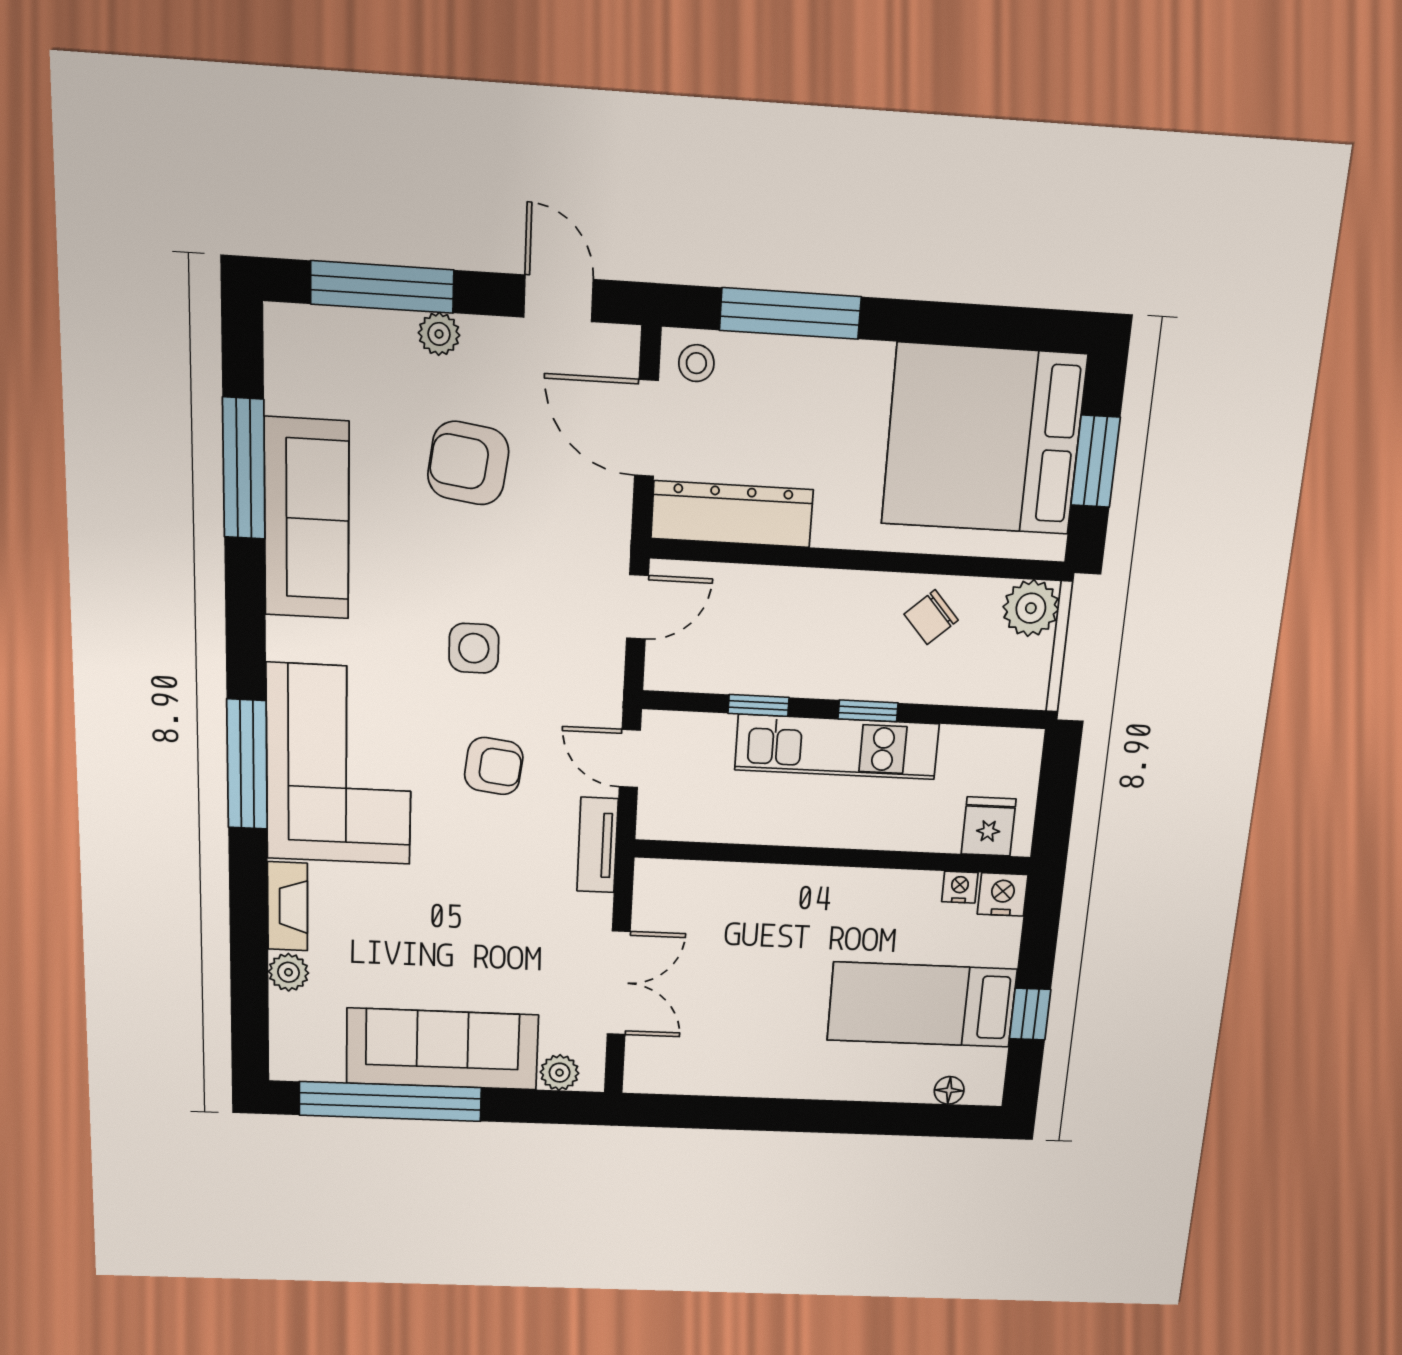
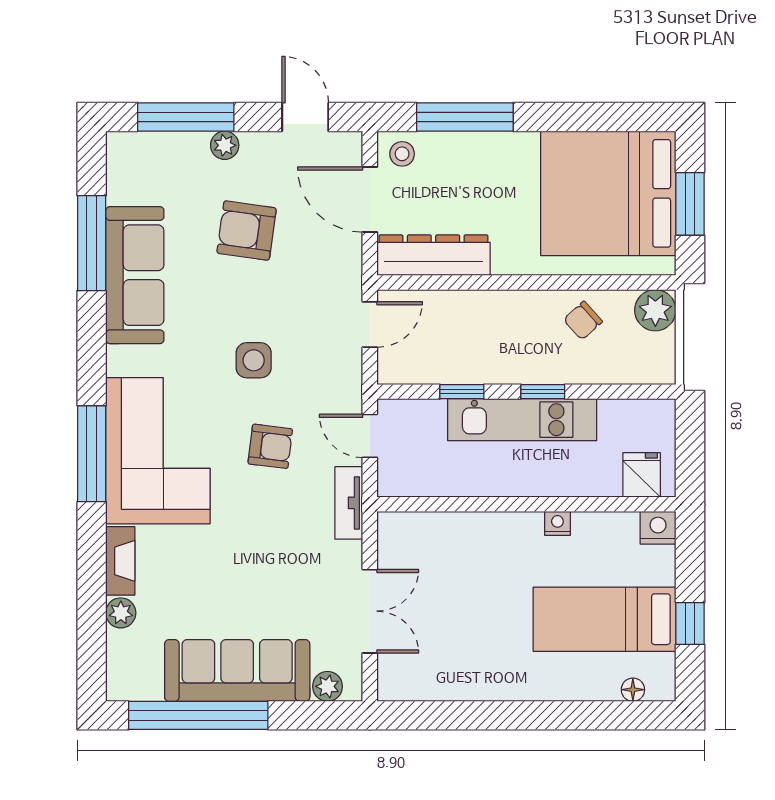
nightstand: (960, 887) -> (557, 523), moved

